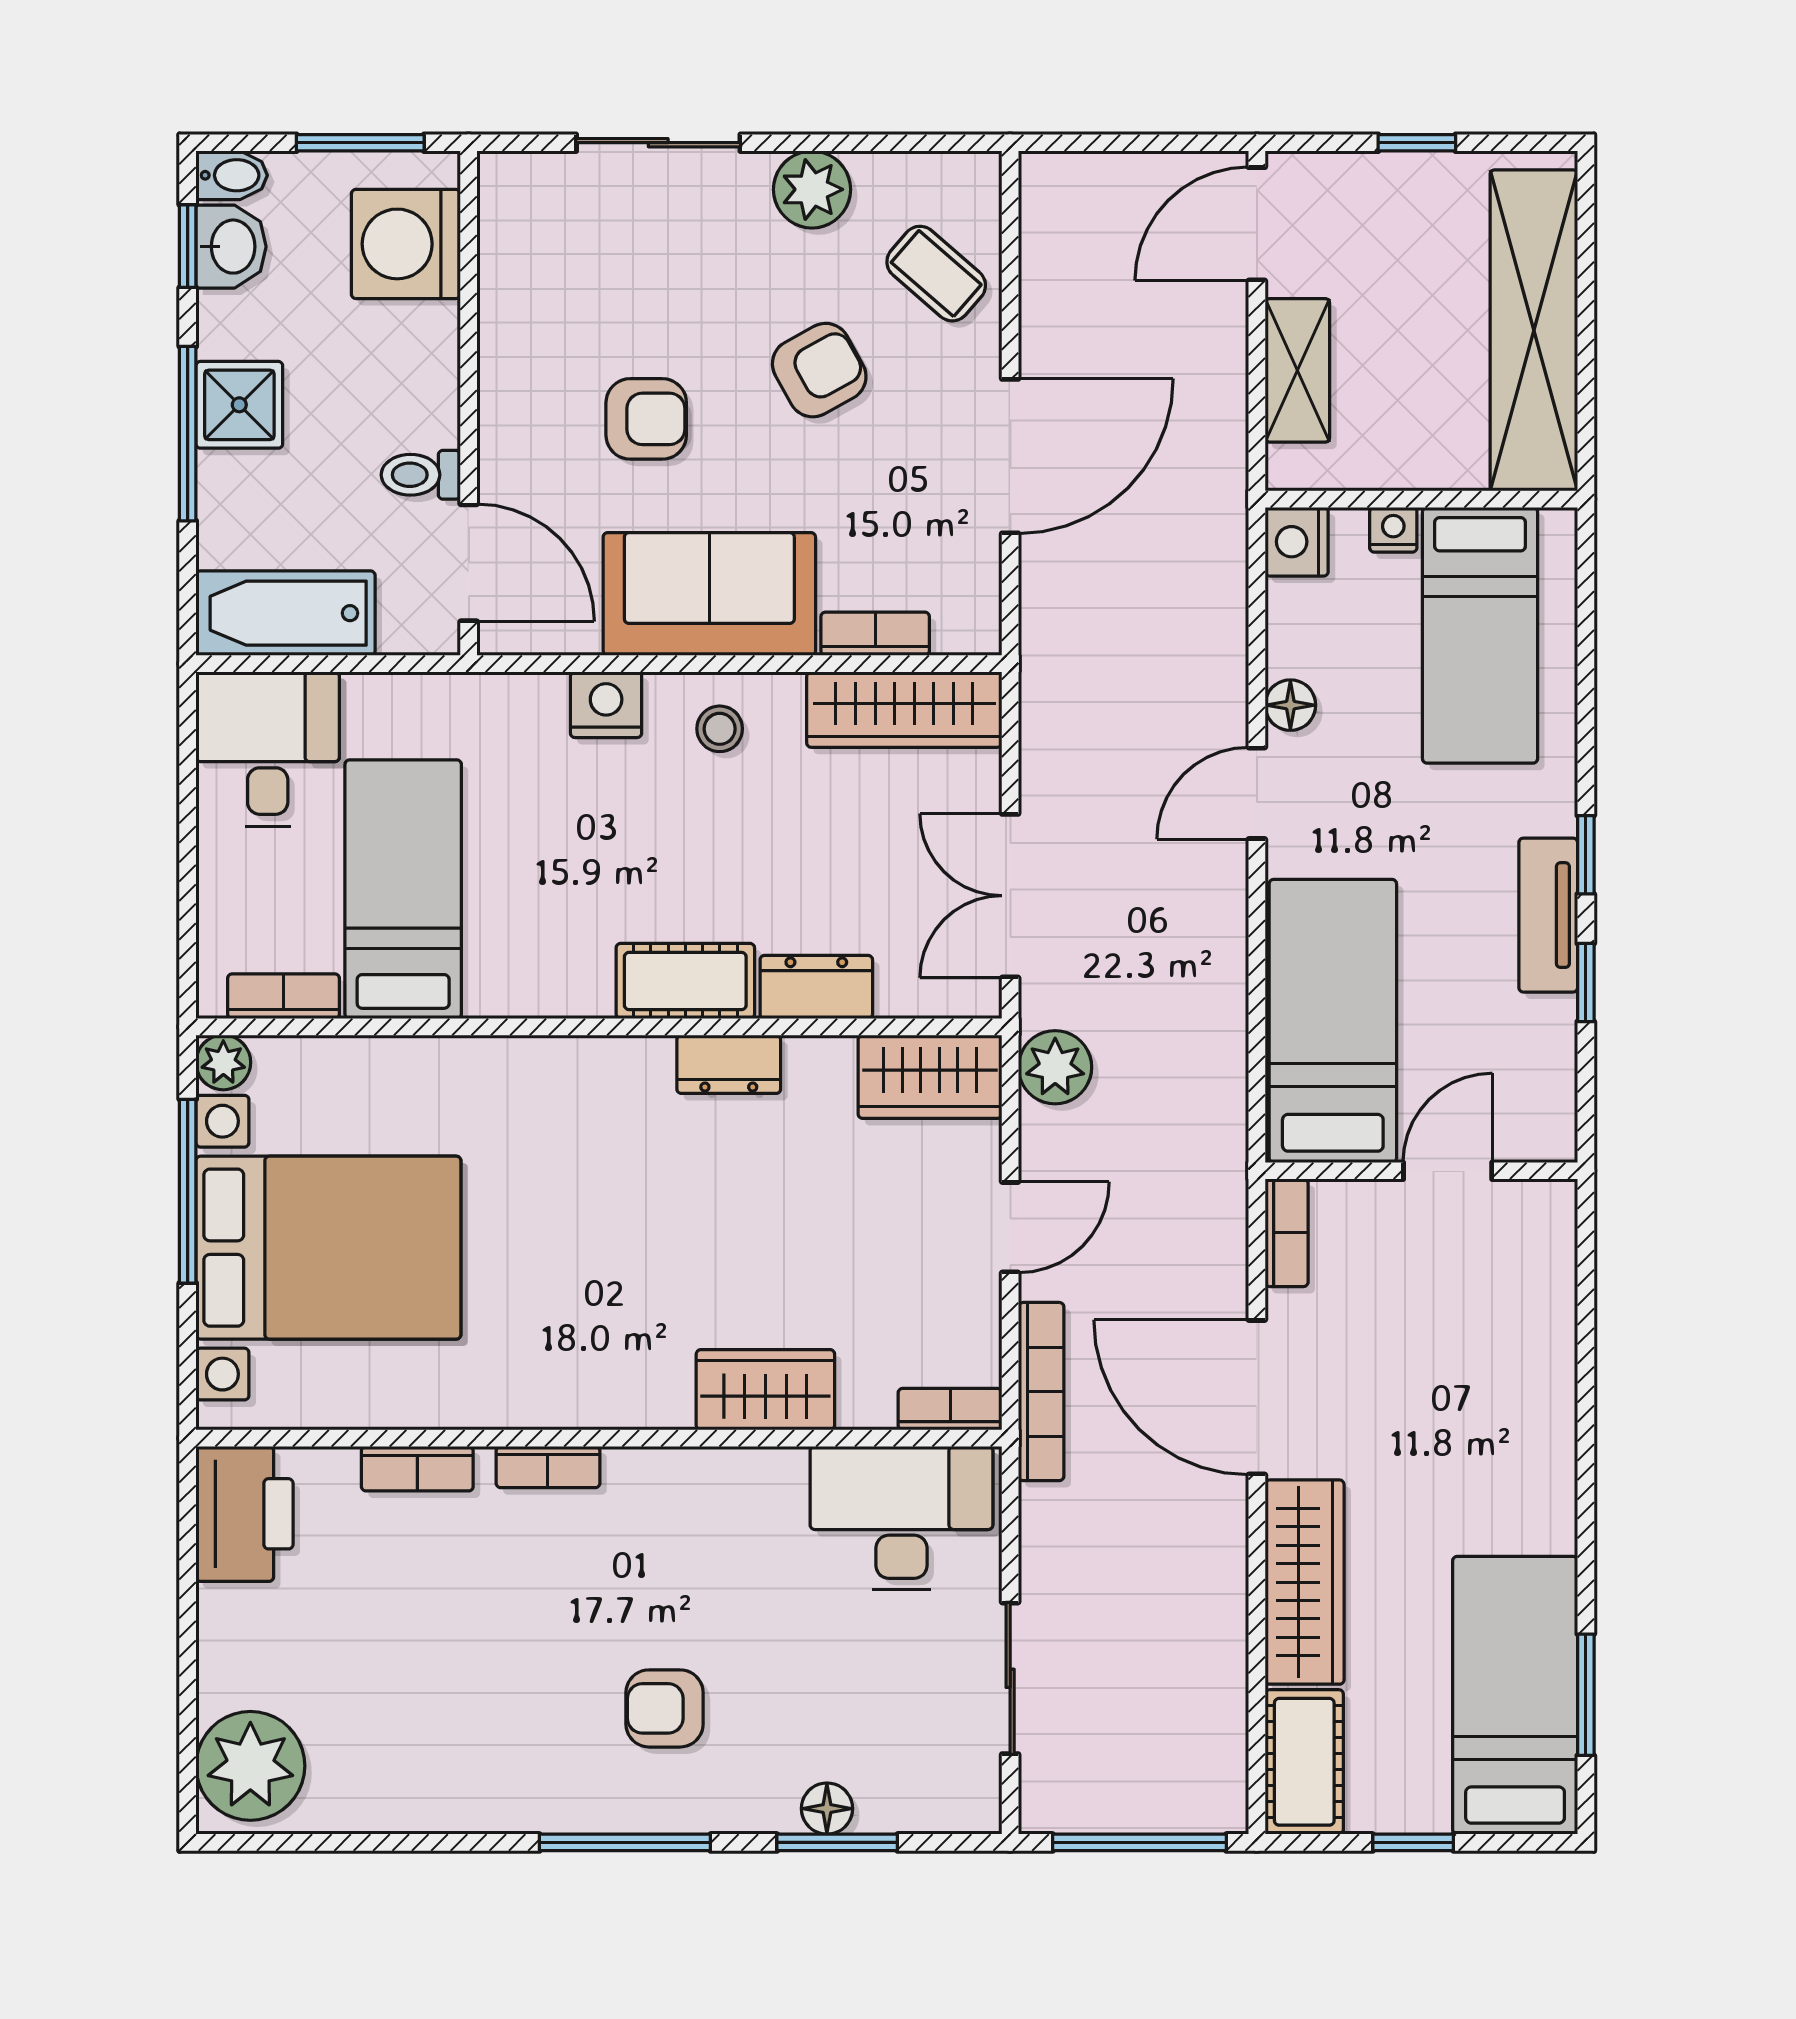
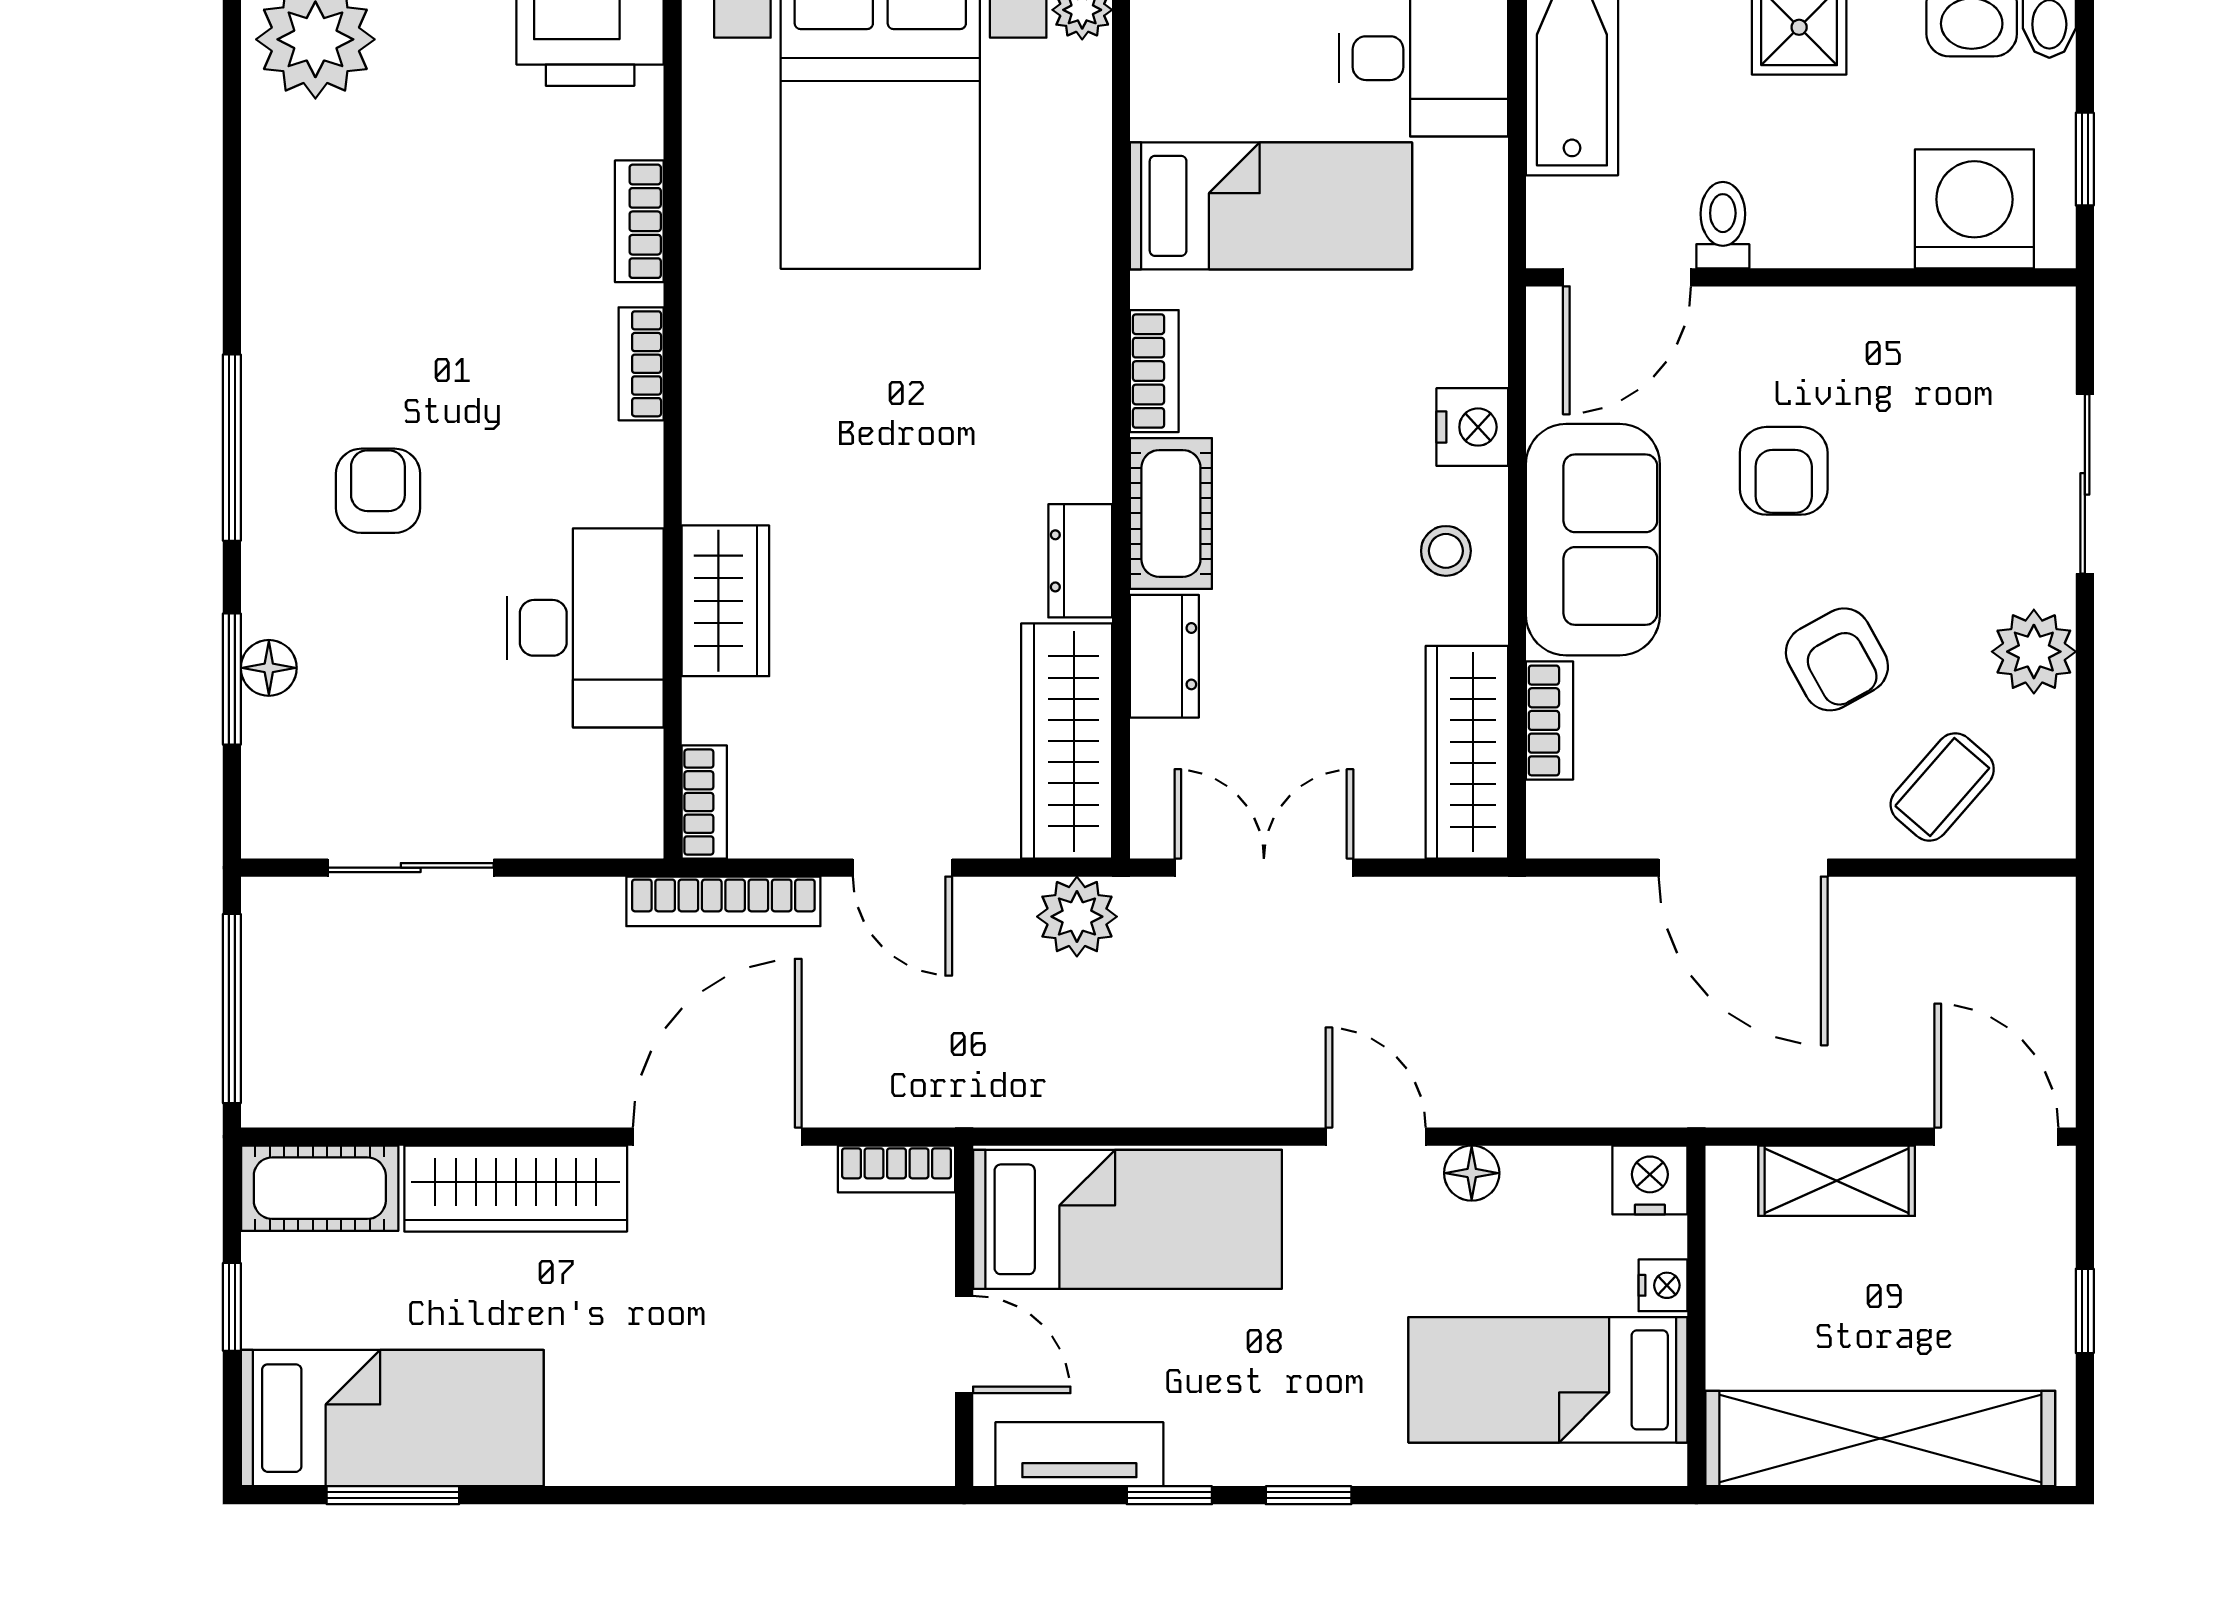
window: (360, 143) -> (2085, 159), width x0.67
tv unit: (1548, 915) -> (1079, 1454), moved
bookcase: (284, 996) -> (1154, 371), moved
wardrobe: (930, 1077) -> (1067, 741), width x1.50
desk: (901, 1518) -> (586, 628), moved

